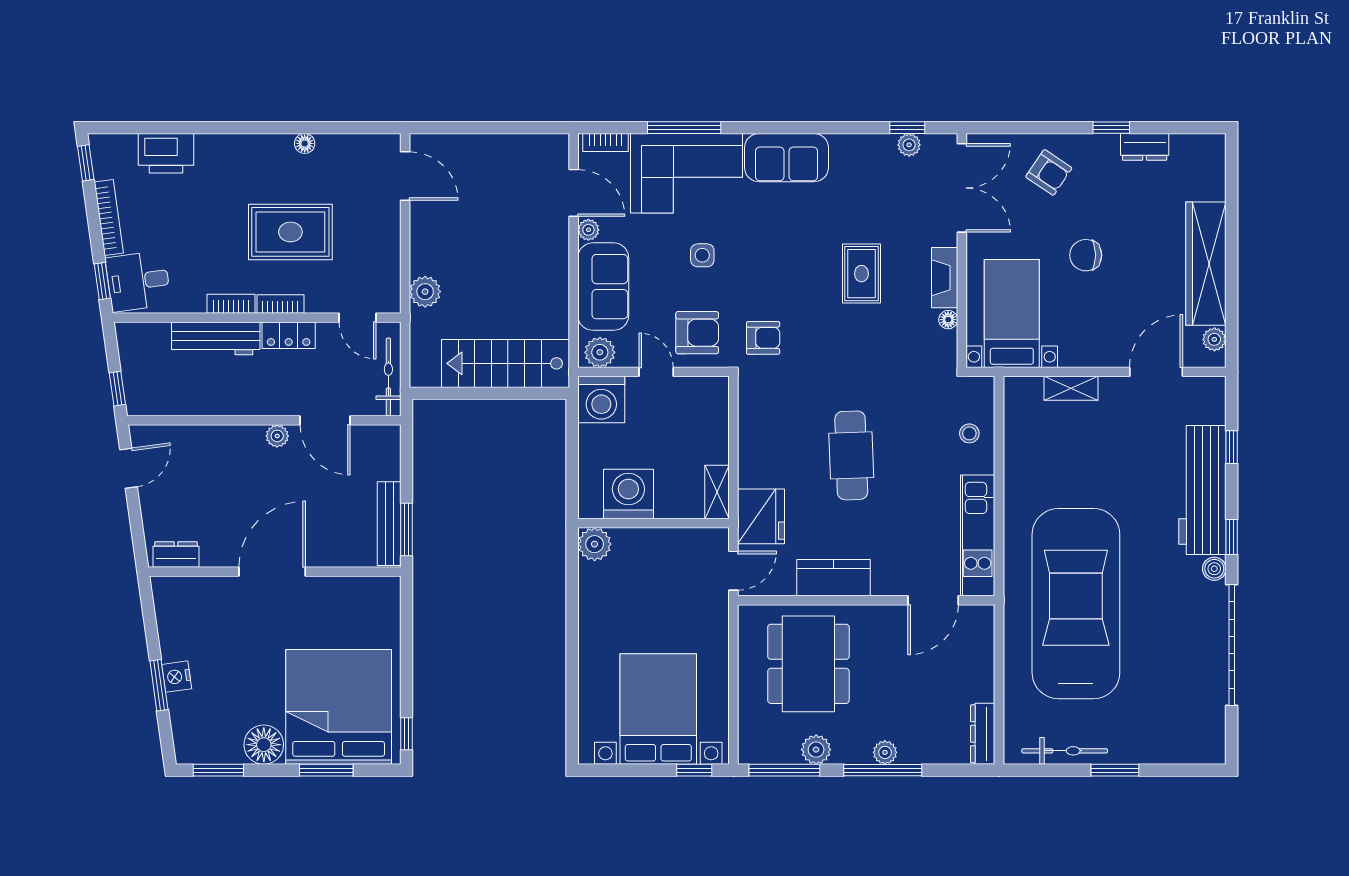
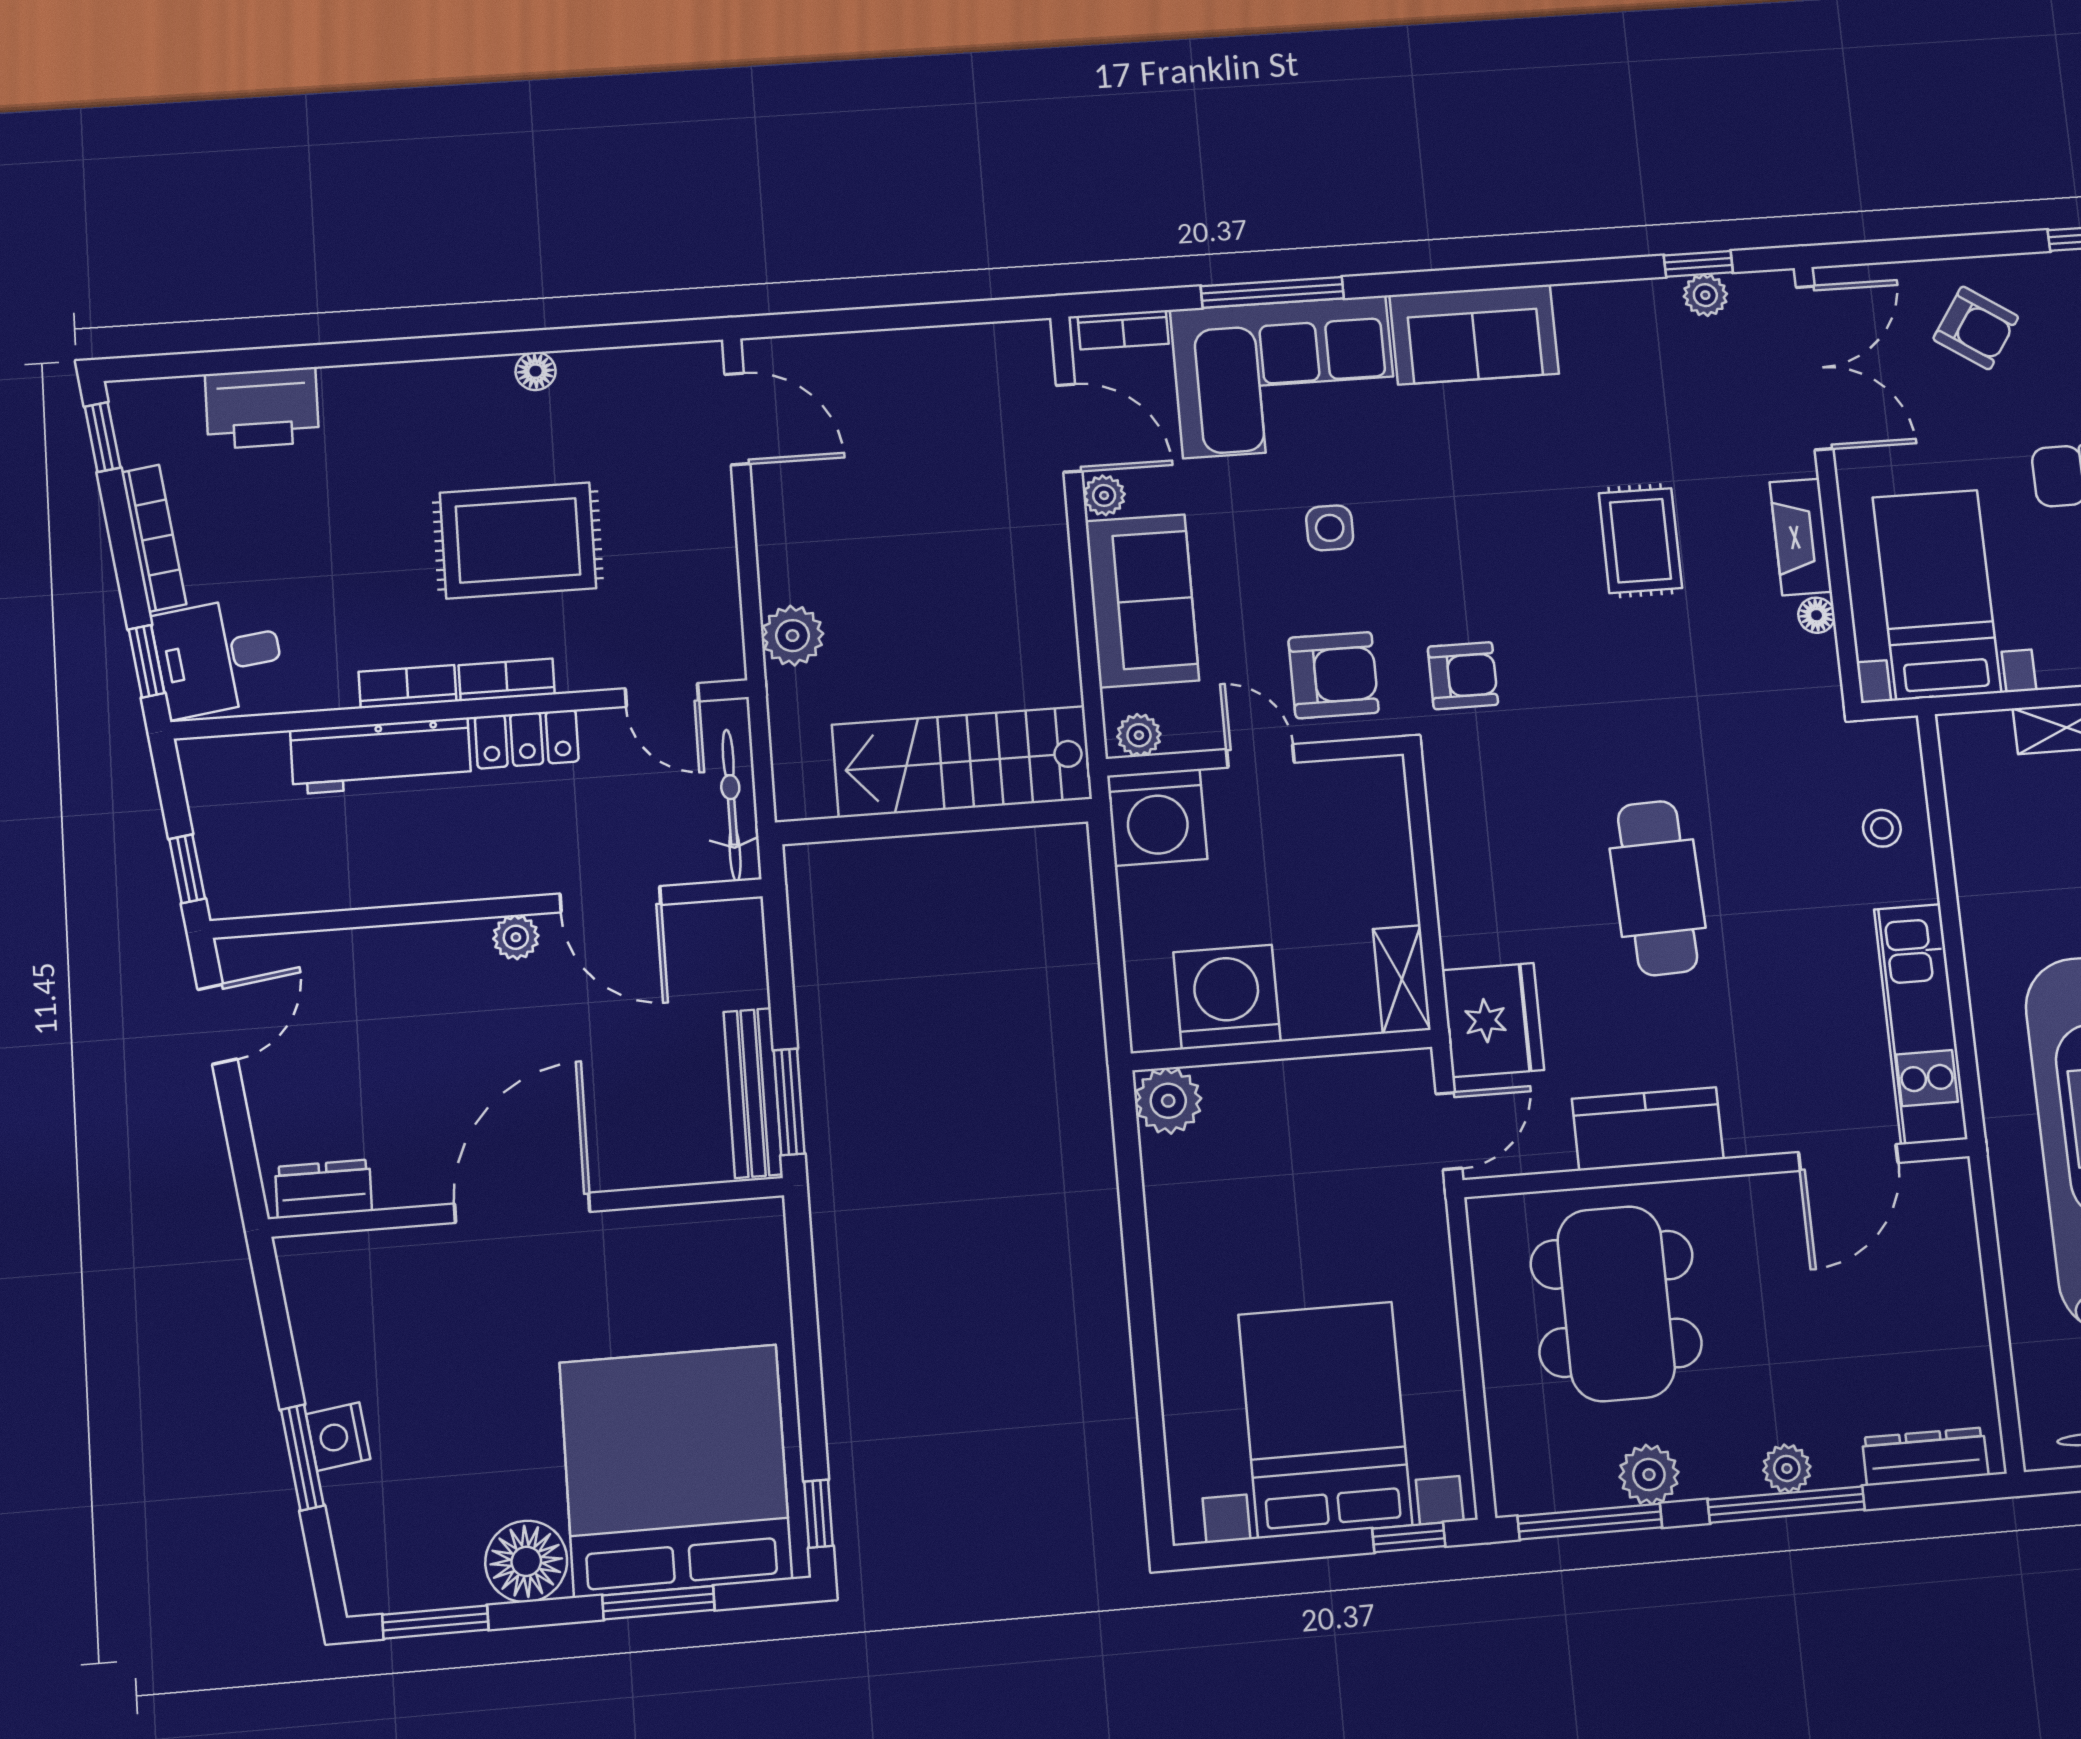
plant: (600, 352) -> (1139, 735), width x0.73, depth x0.73
dresser: (983, 734) -> (1925, 1456), moved, turned 90

